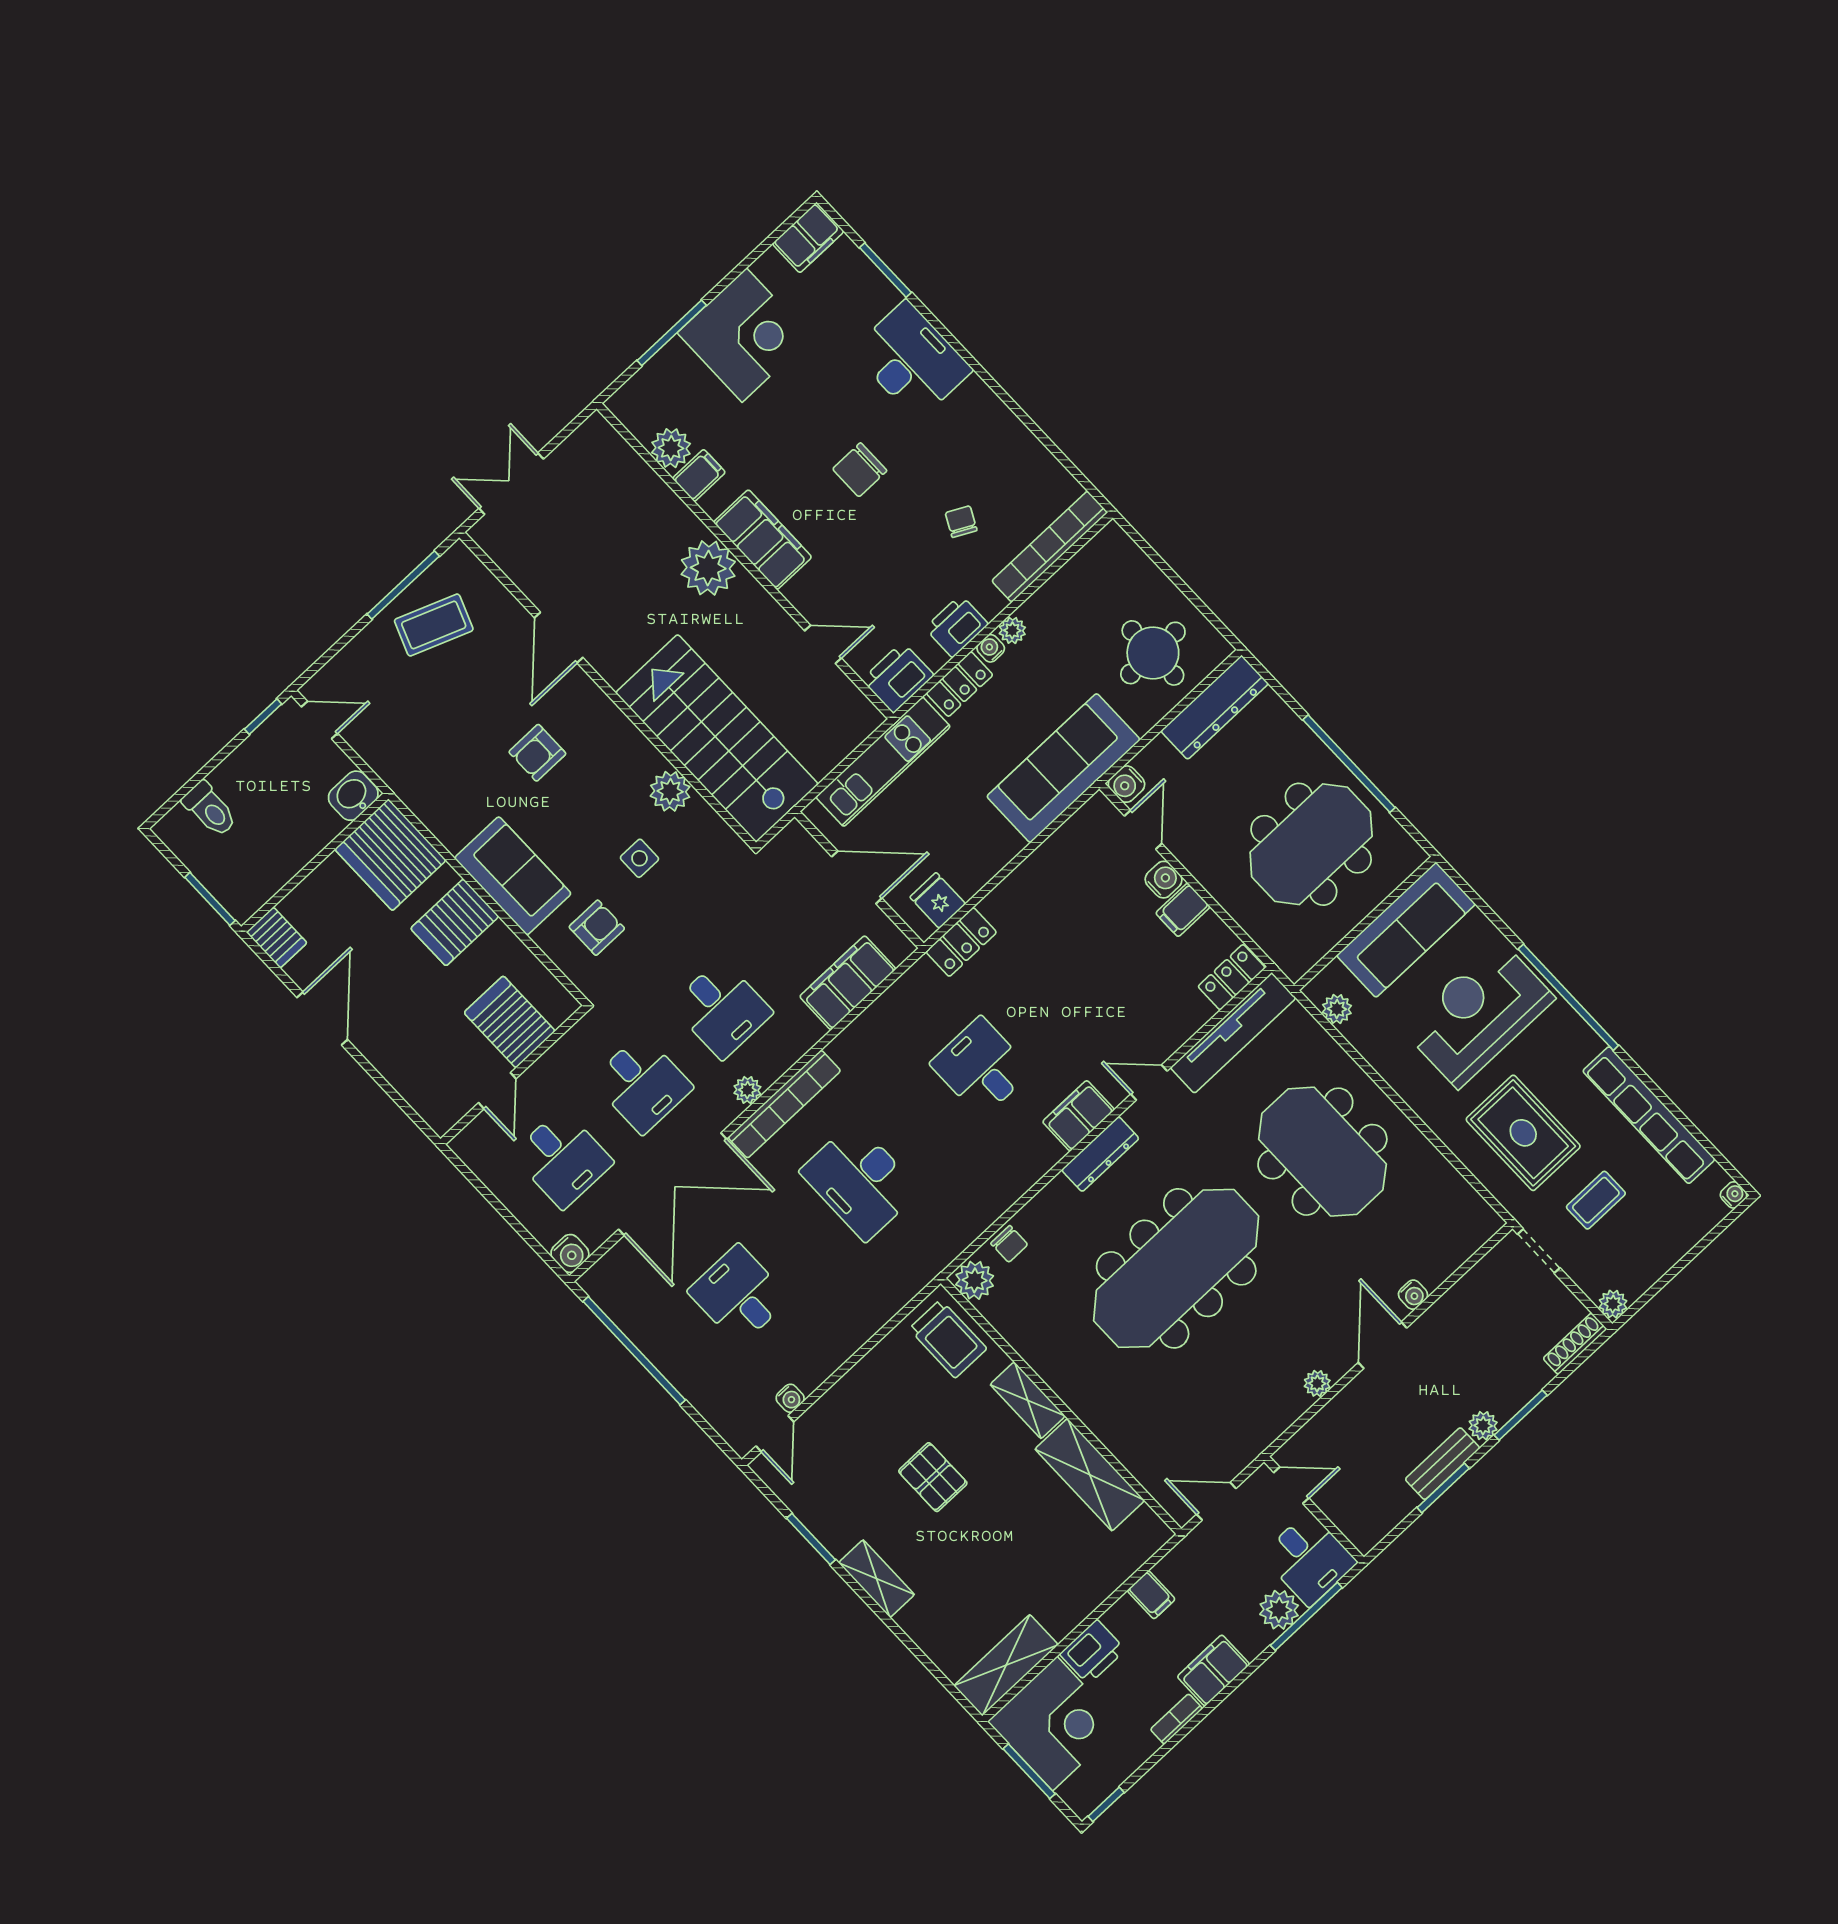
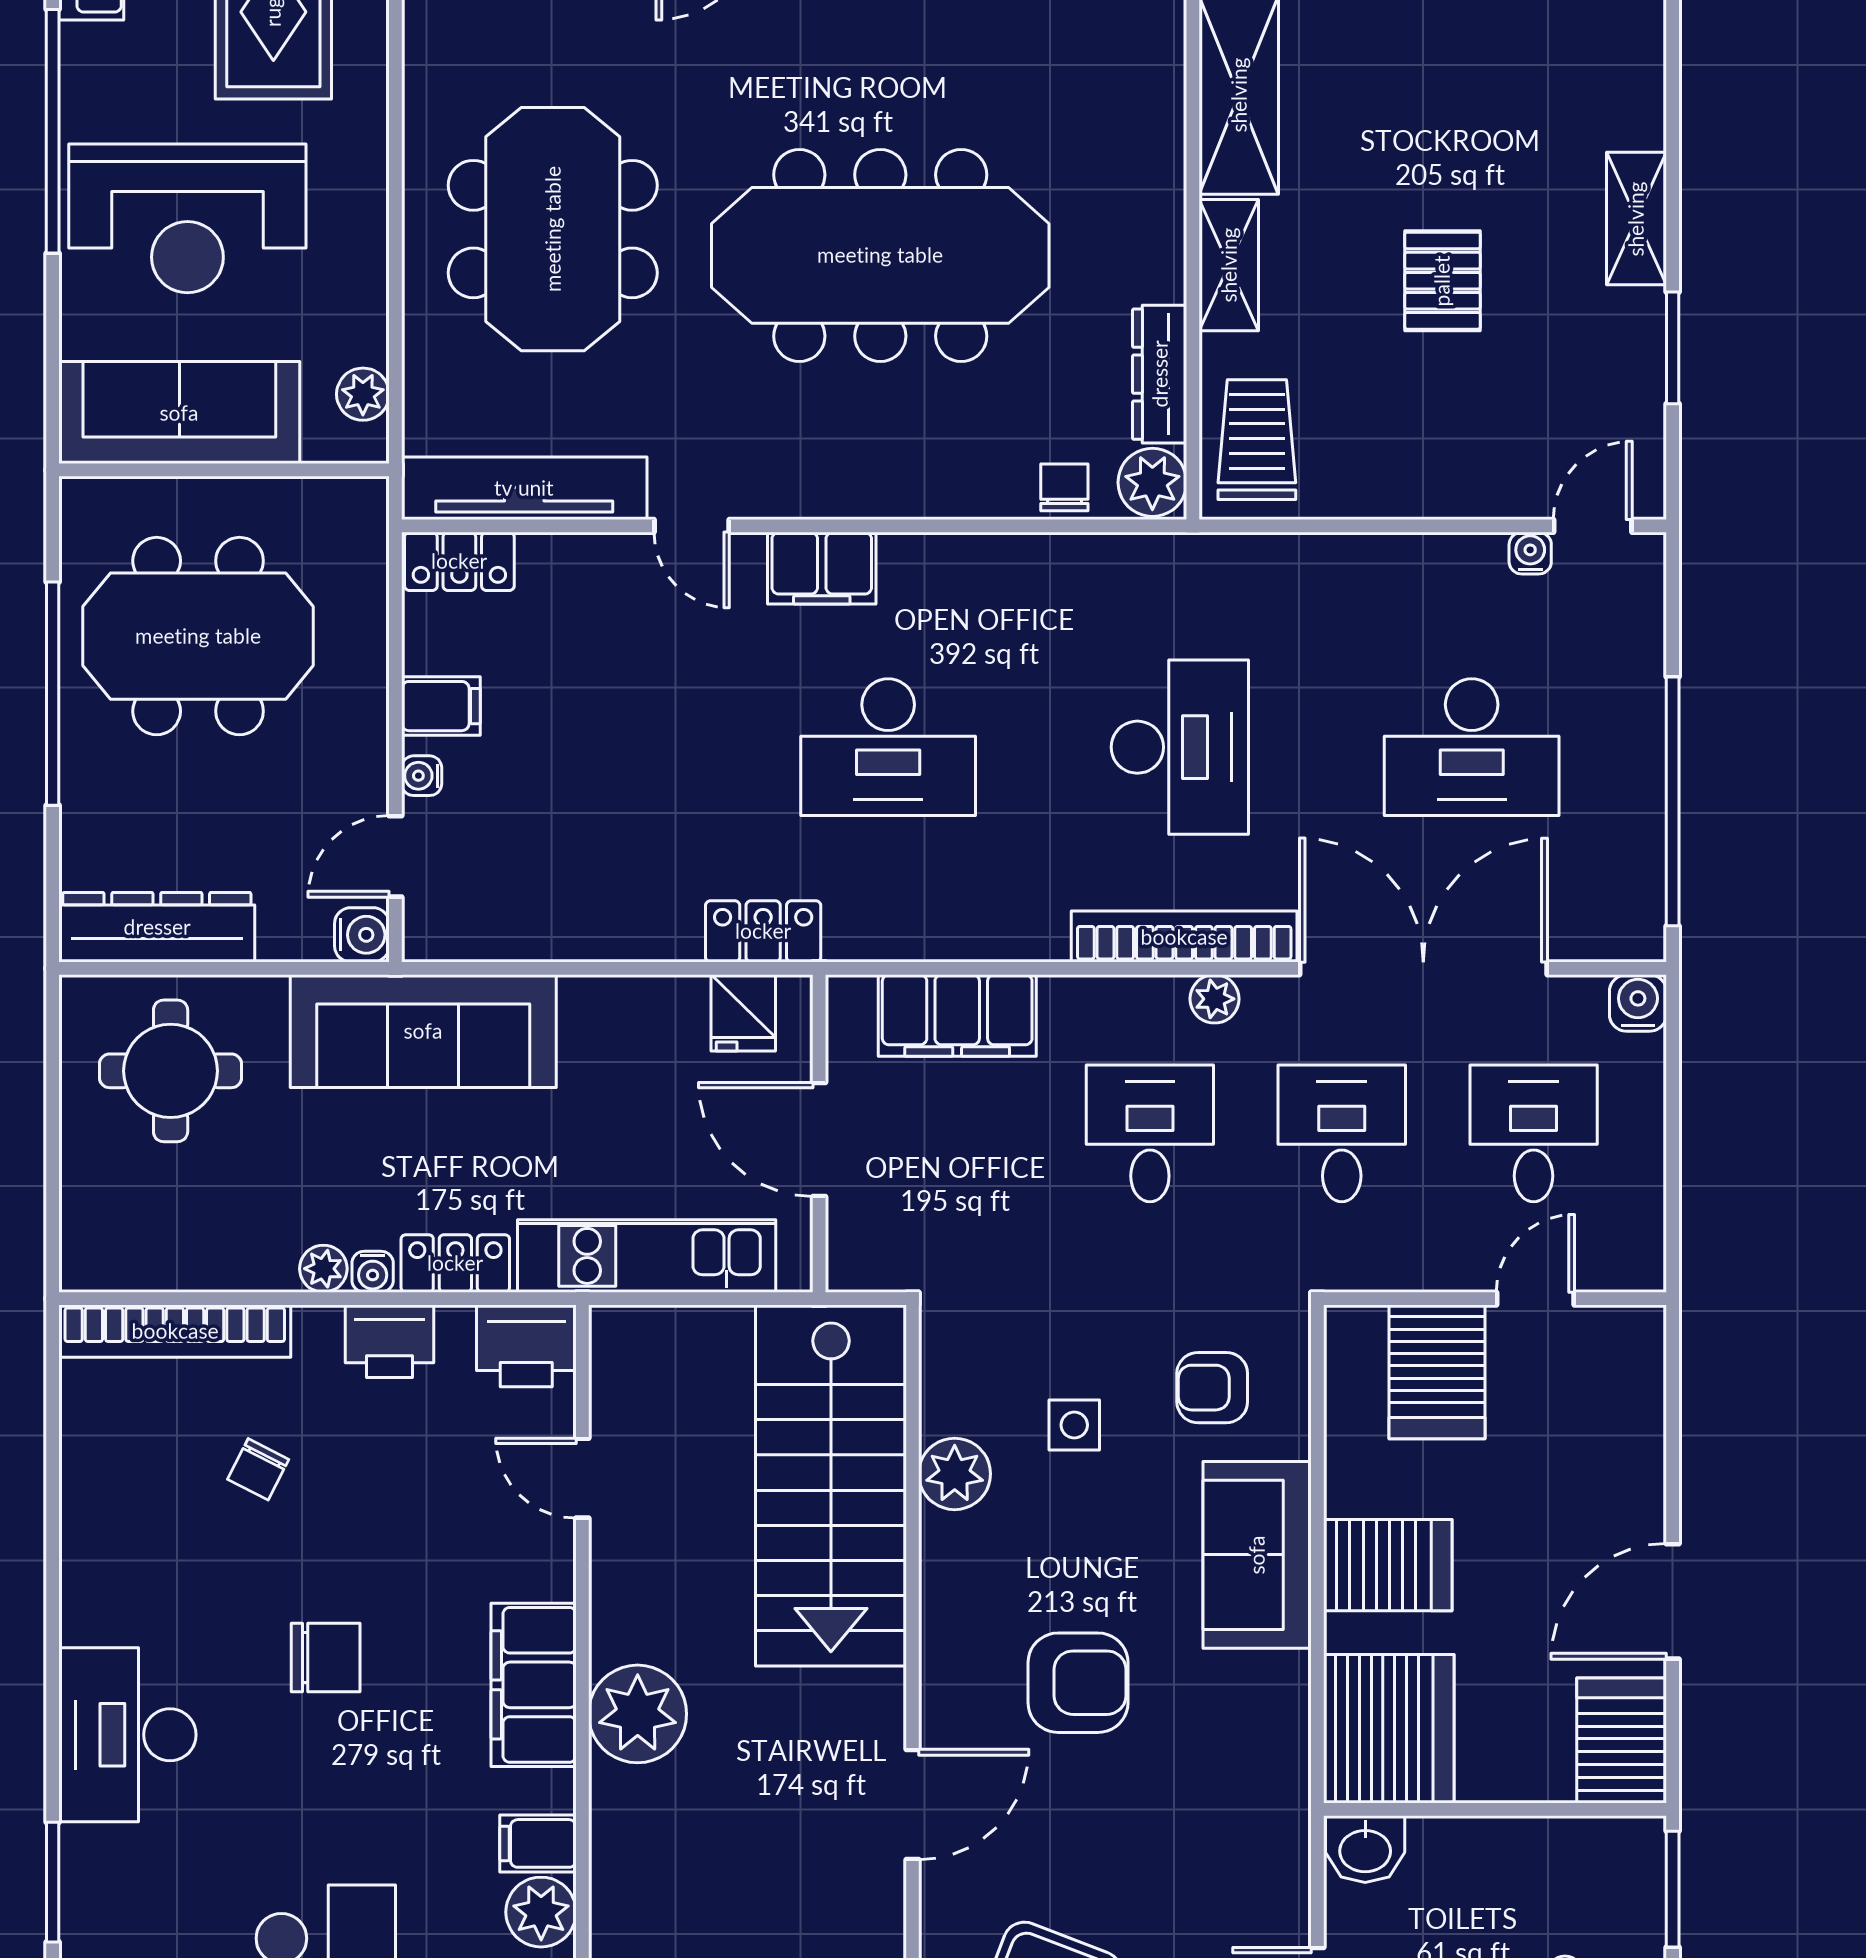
armchair: (537, 753) -> (1078, 1683), width x1.38, depth x1.38
water cooler: (1164, 880) -> (422, 776), width x0.72, depth x0.72
server rack: (277, 937) -> (1622, 1741), width x1.36, depth x1.44
desk: (981, 1067) -> (888, 747), width x1.37
dresser: (1100, 1154) -> (1160, 374), moved, turned -90
desk: (739, 1295) -> (1472, 747), width x1.37

